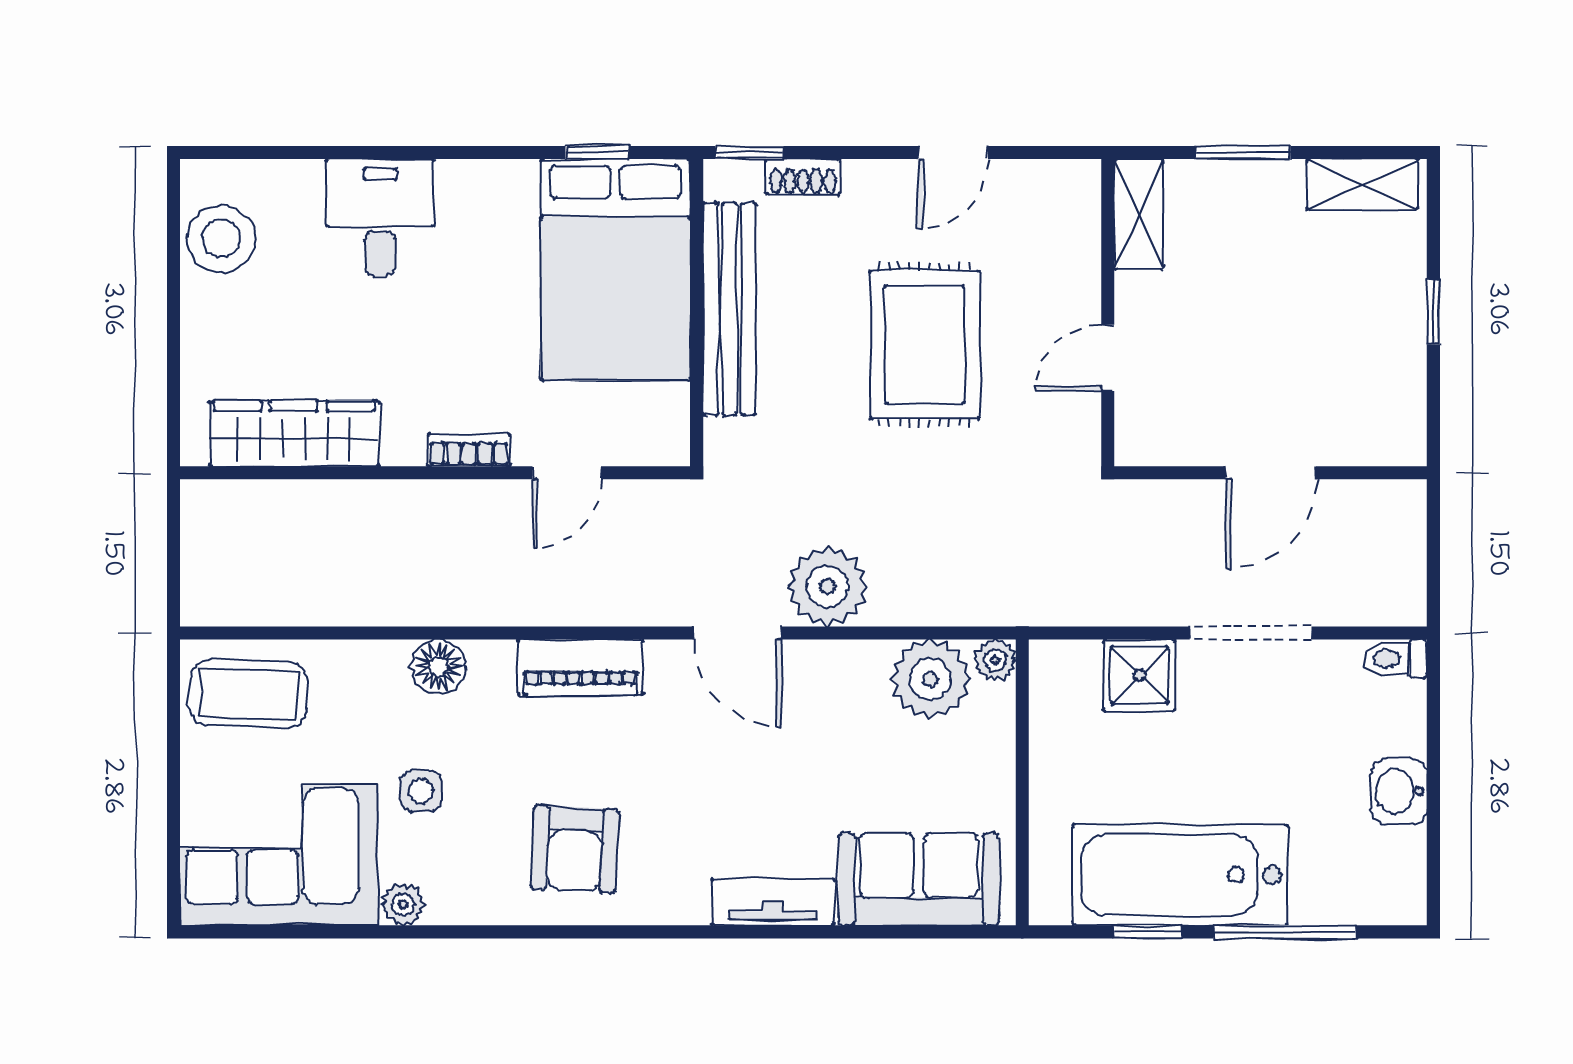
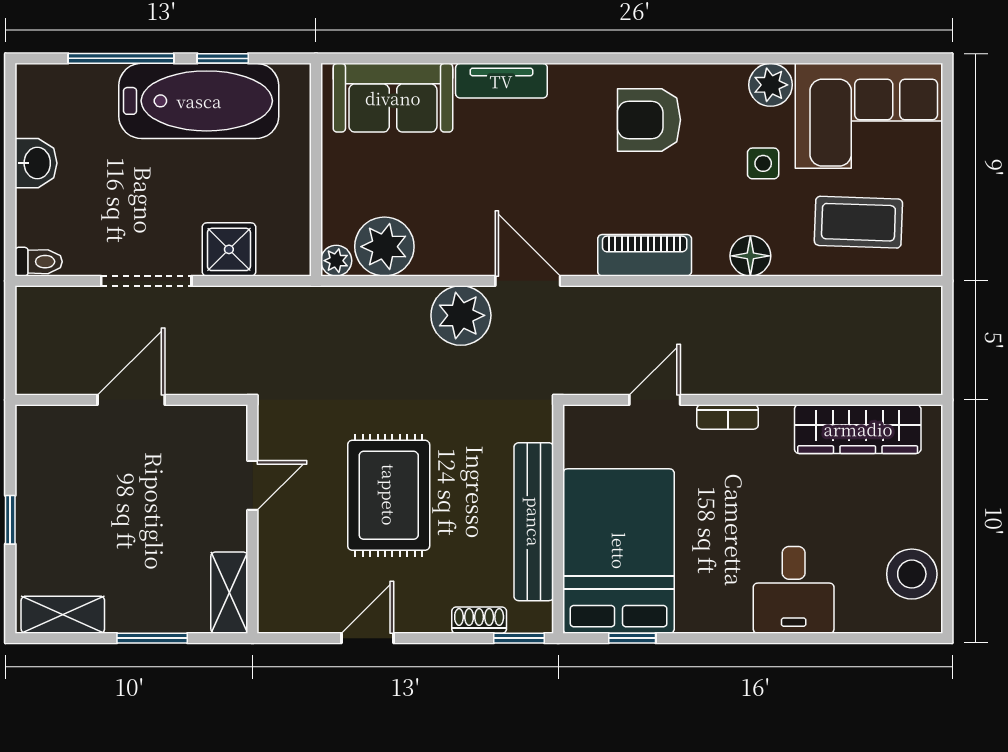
coffee table: (249, 694) -> (858, 222), moved
armchair: (575, 849) -> (649, 120), turned -93
plant: (403, 904) -> (771, 85), width x1.38, depth x1.38

